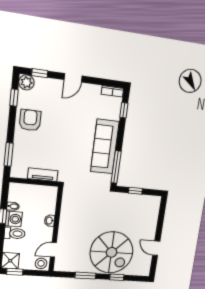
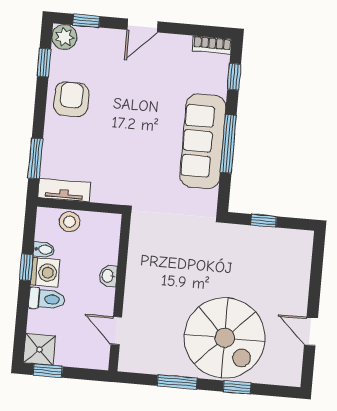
window: (116, 167) -> (228, 144), moved
tv unit: (43, 175) -> (64, 190), moved
door: (53, 250) -> (116, 331), hinge flipped
stool: (41, 263) -> (70, 222), moved

